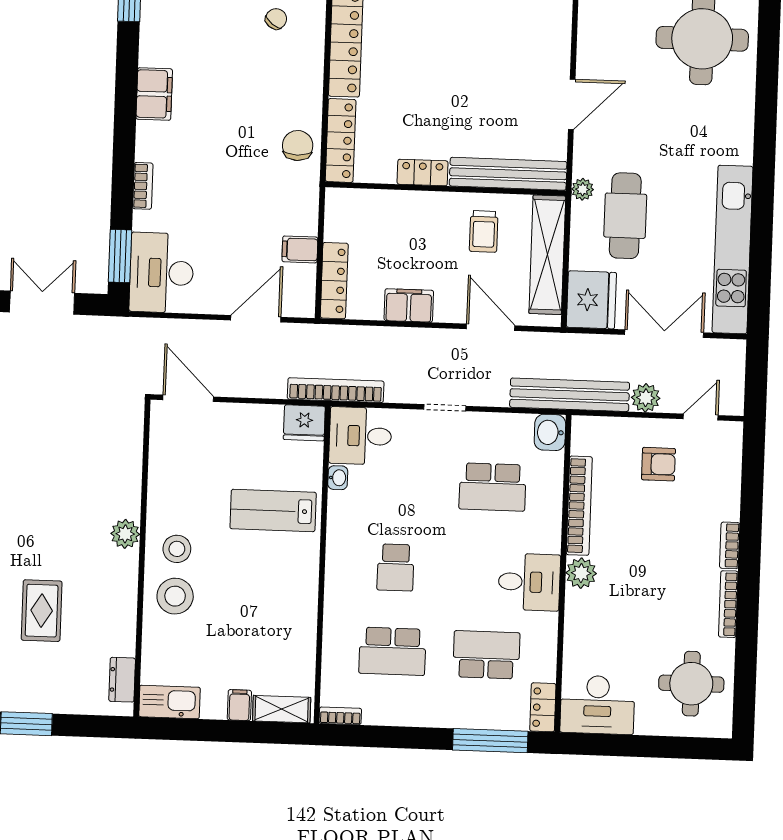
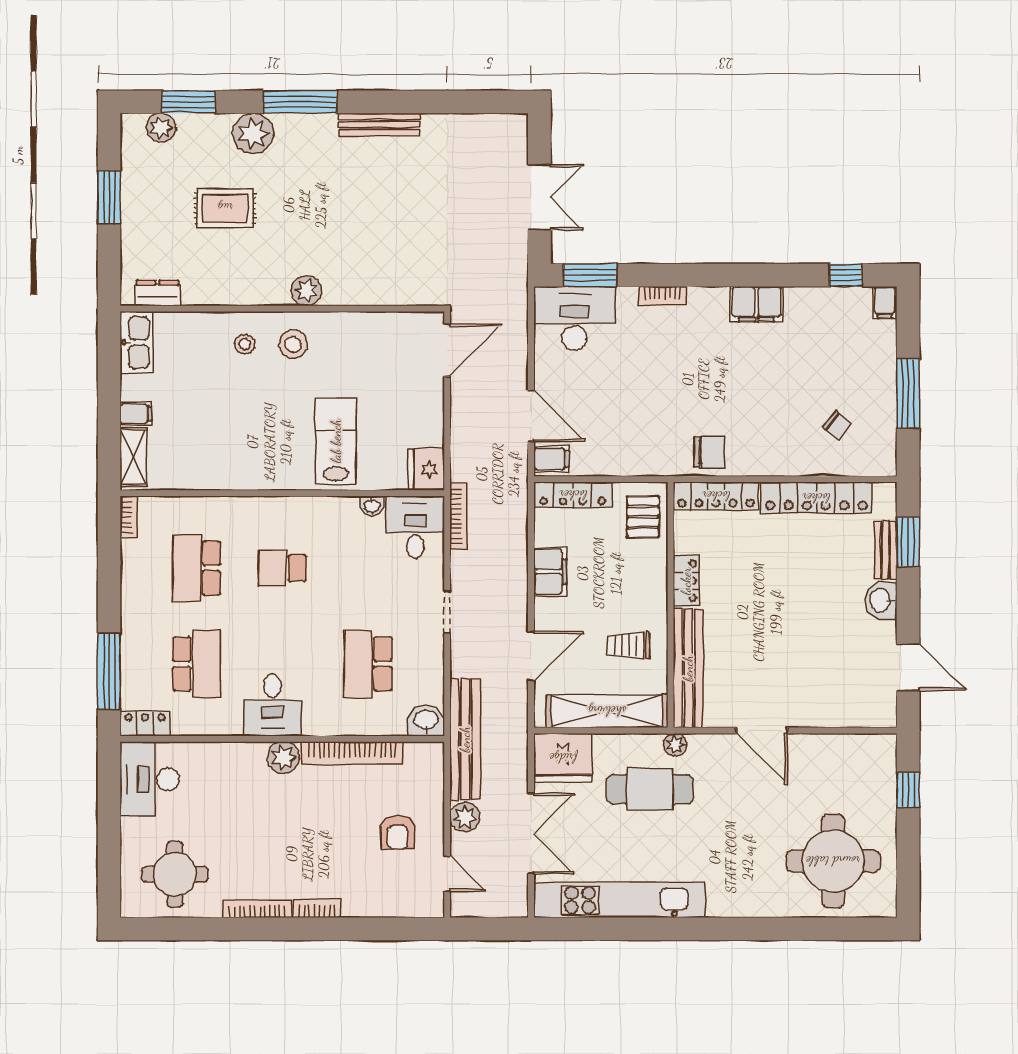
pallet: (358, 213) -> (643, 517), added
filing cabinet: (300, 249) -> (552, 459), moved, turned 90
bookcase: (336, 390) -> (458, 516), width x0.68, depth x0.76
stool: (175, 596) -> (245, 344), width x0.53, depth x0.53

